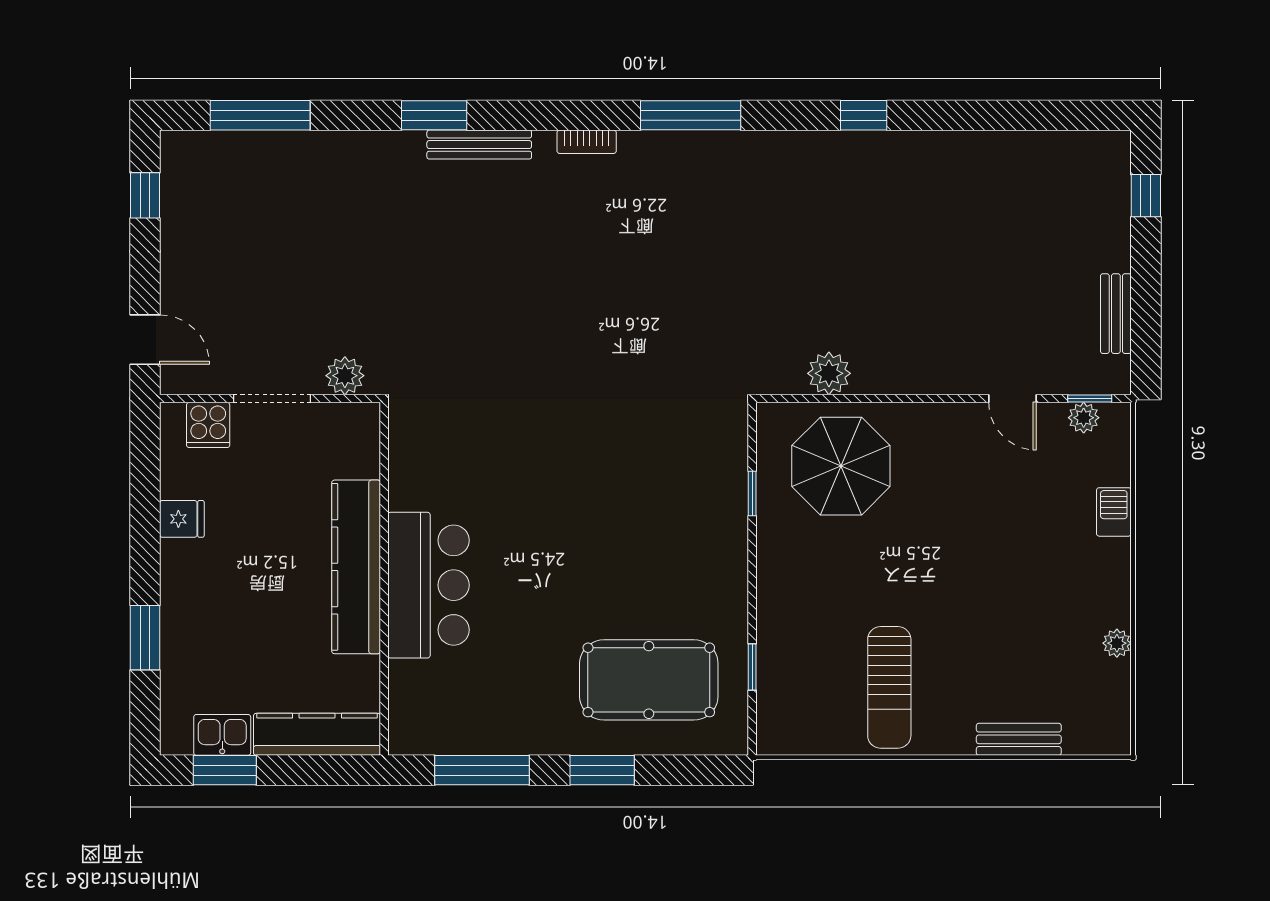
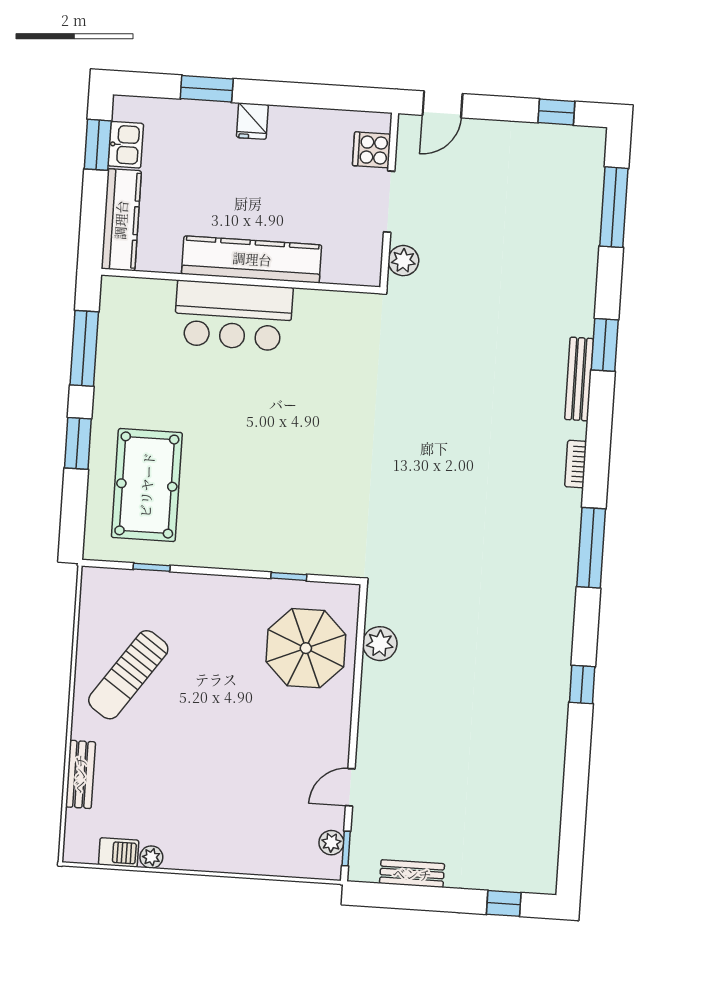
barbecue: (1114, 512) -> (119, 852), moved
fridge: (182, 519) -> (252, 121), moved
sun lounger: (889, 687) -> (128, 675), turned -55

